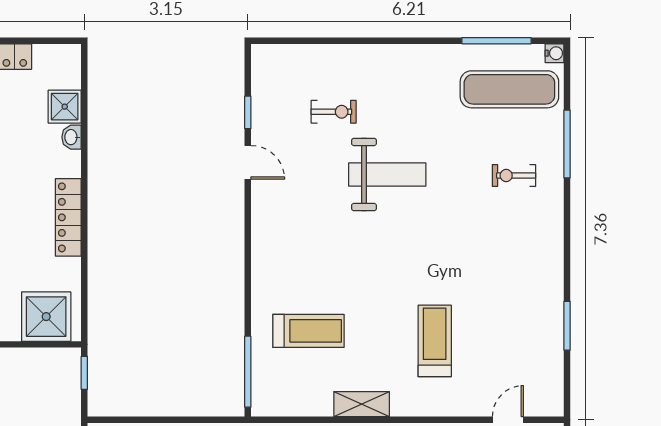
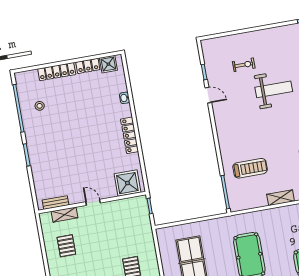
shower: (65, 107) -> (108, 64), moved

